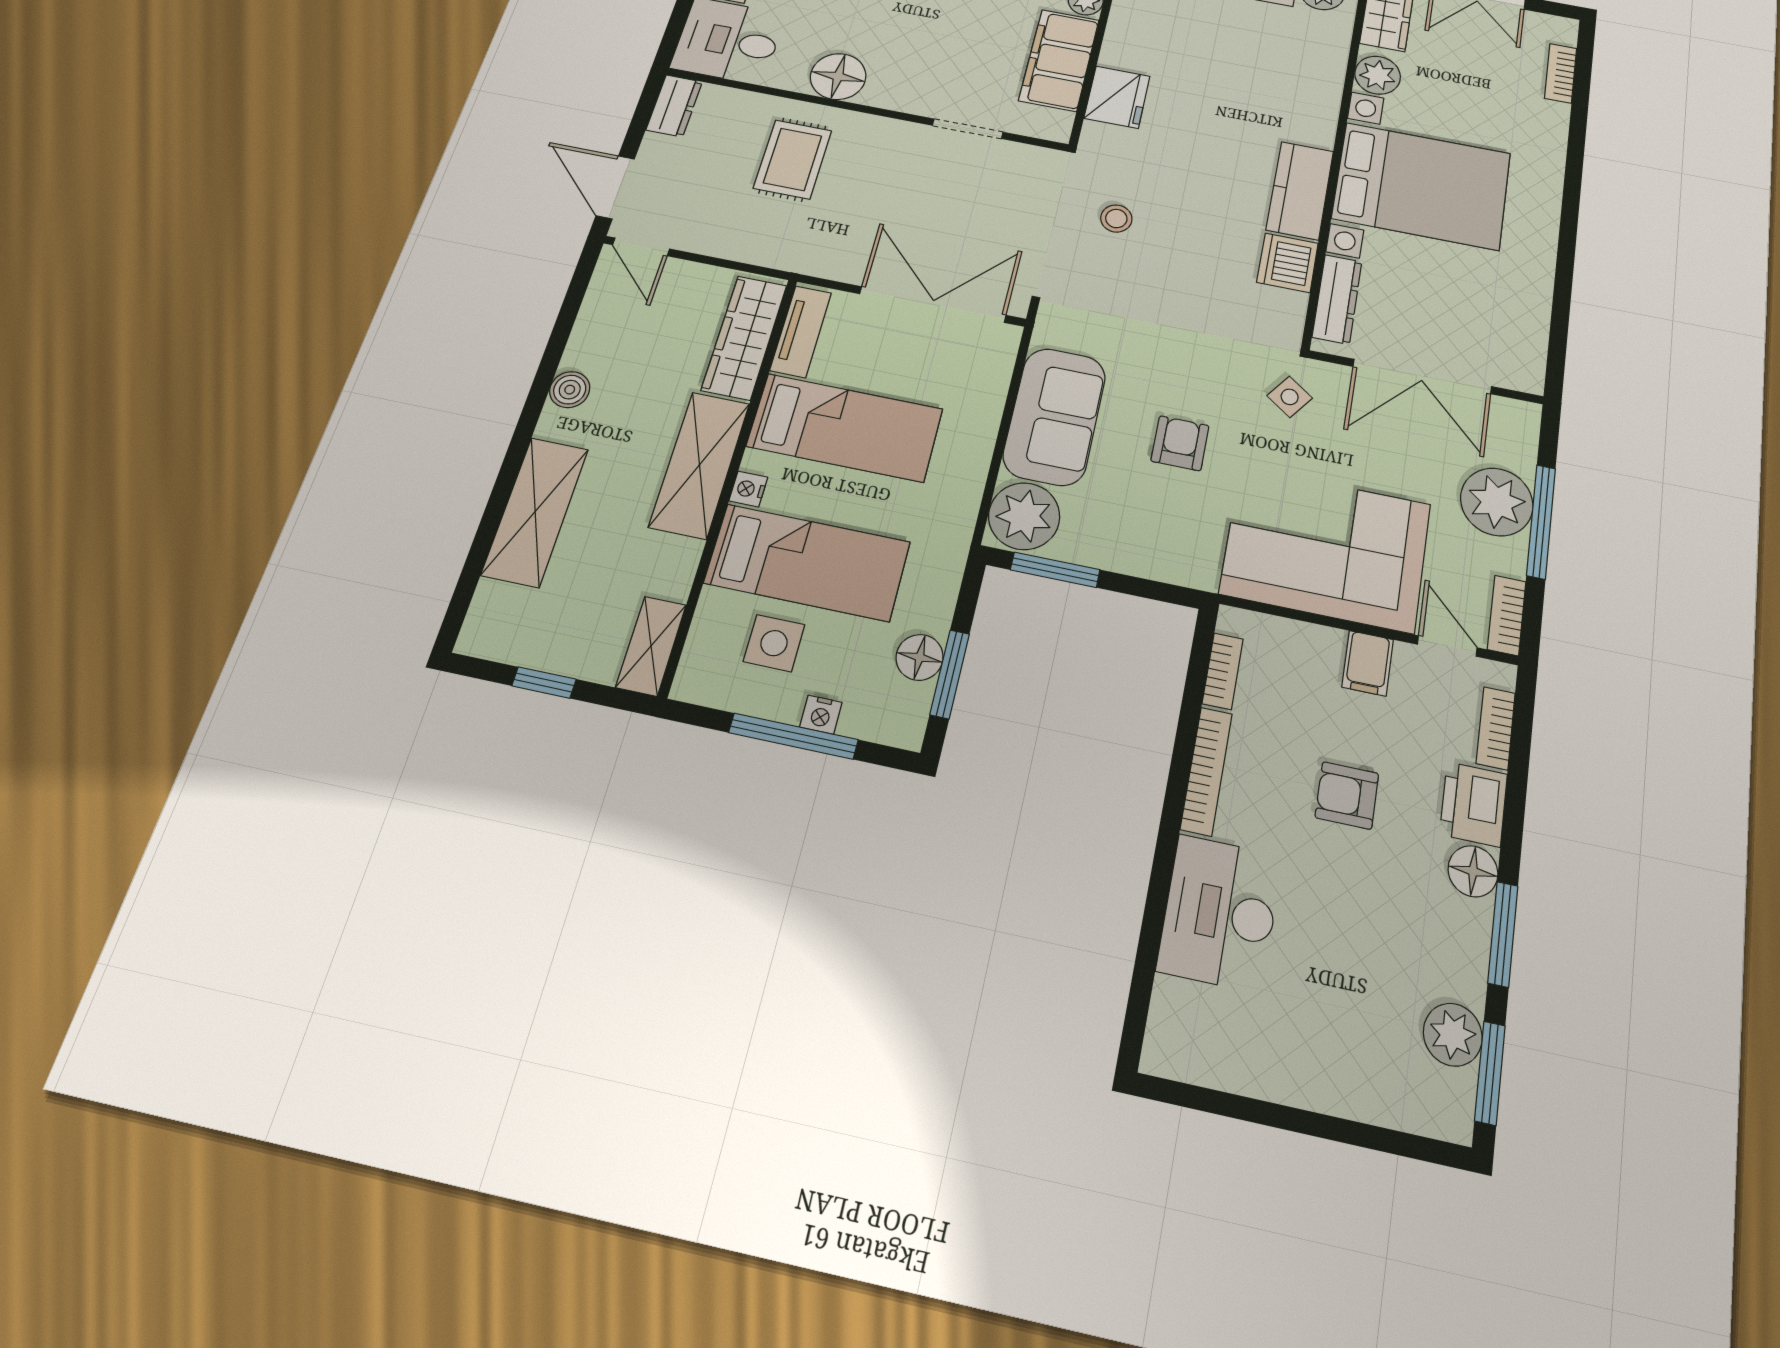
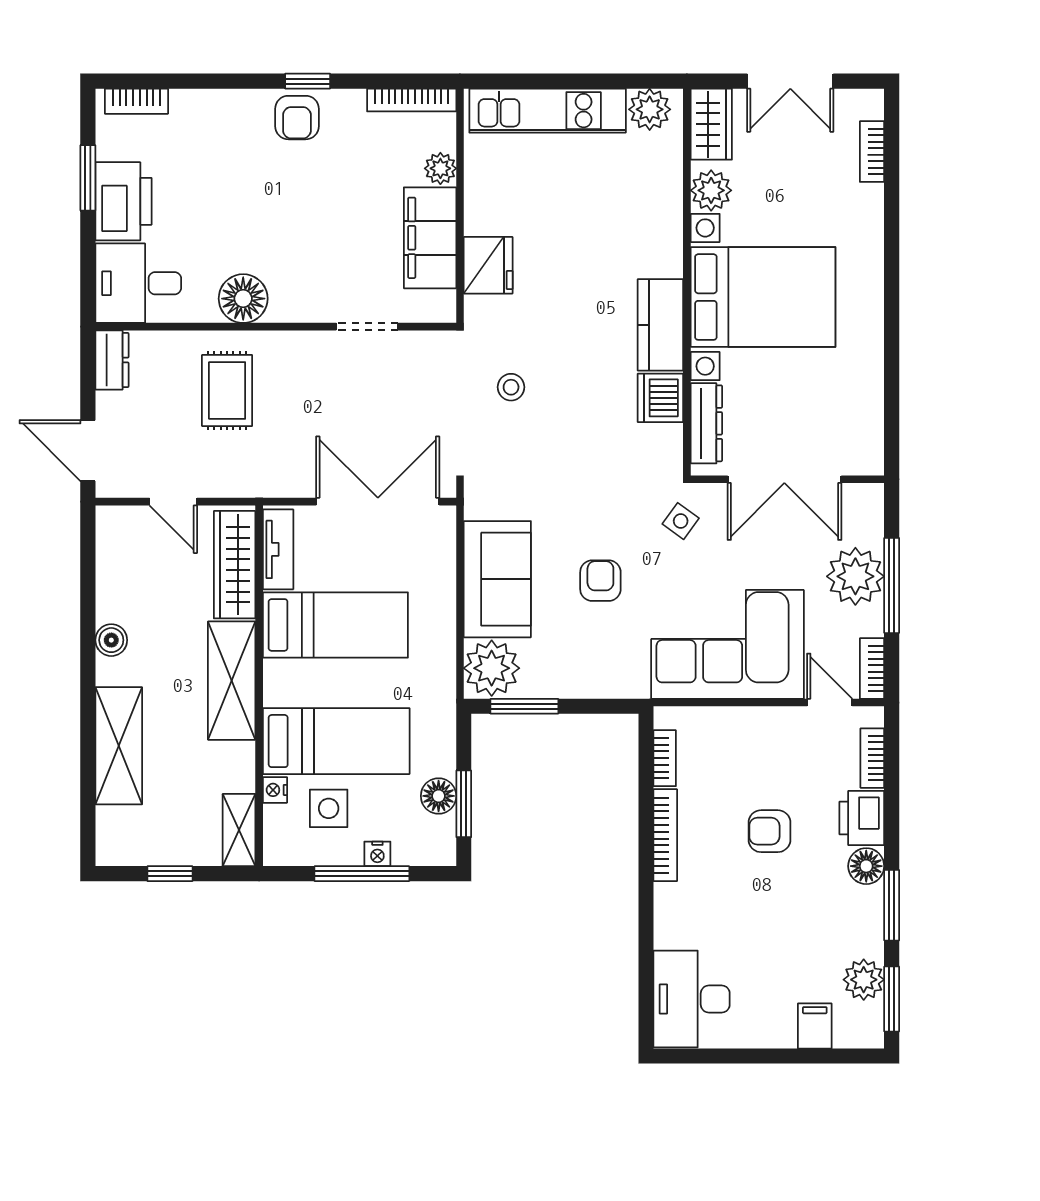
door: (641, 247) -> (173, 502), moved
nightstand: (748, 489) -> (275, 790), moved
filing cabinet: (1368, 663) -> (815, 1026), moved, turned 180
desk: (1220, 913) -> (692, 999), moved

